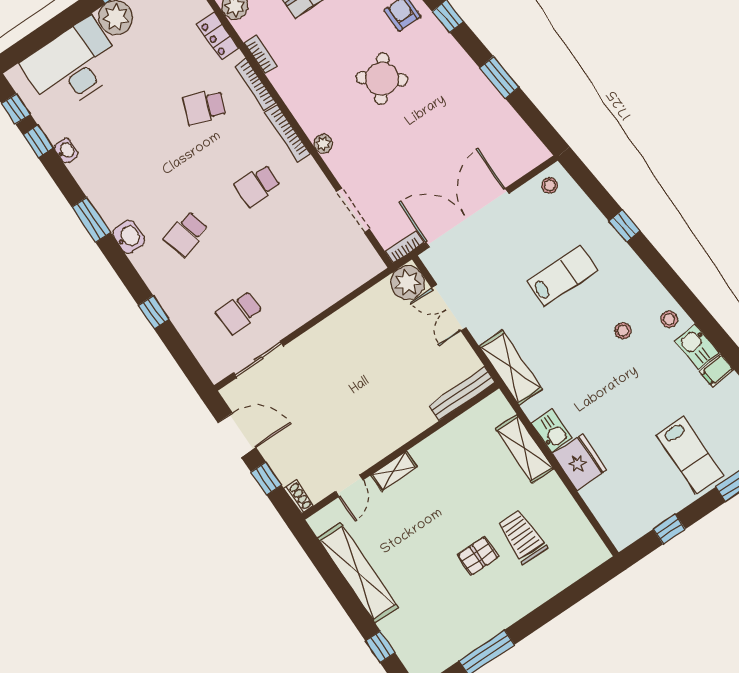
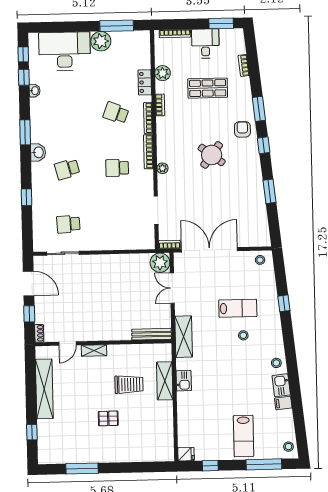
stool: (623, 331) -> (243, 335), moved
fridge: (580, 462) -> (186, 454), moved, width x0.53, depth x0.75
trolley: (522, 537) -> (129, 385), moved, turned 90

